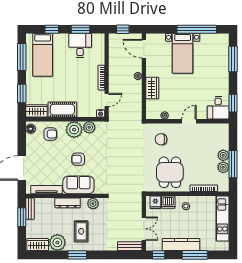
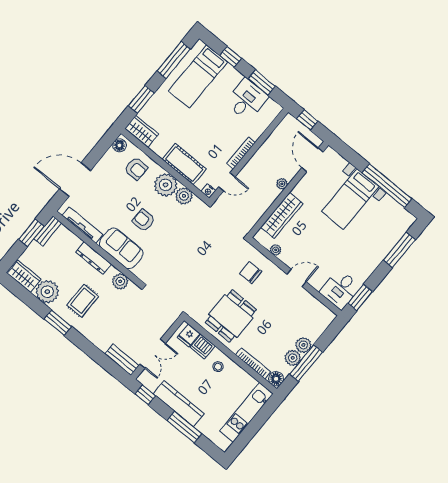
wardrobe: (152, 88) -> (282, 215), width x1.50
cot: (62, 110) -> (184, 164), moved
floor lamp: (223, 186) -> (276, 379), added

